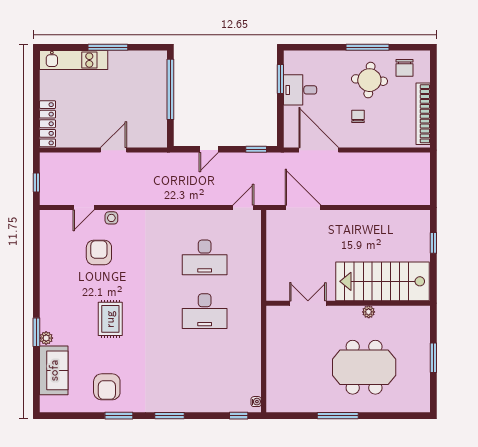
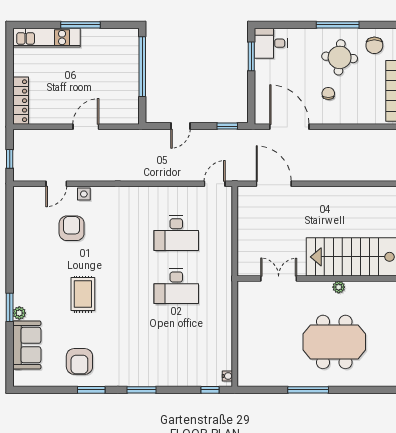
desk: (300, 90) -> (271, 43), moved

